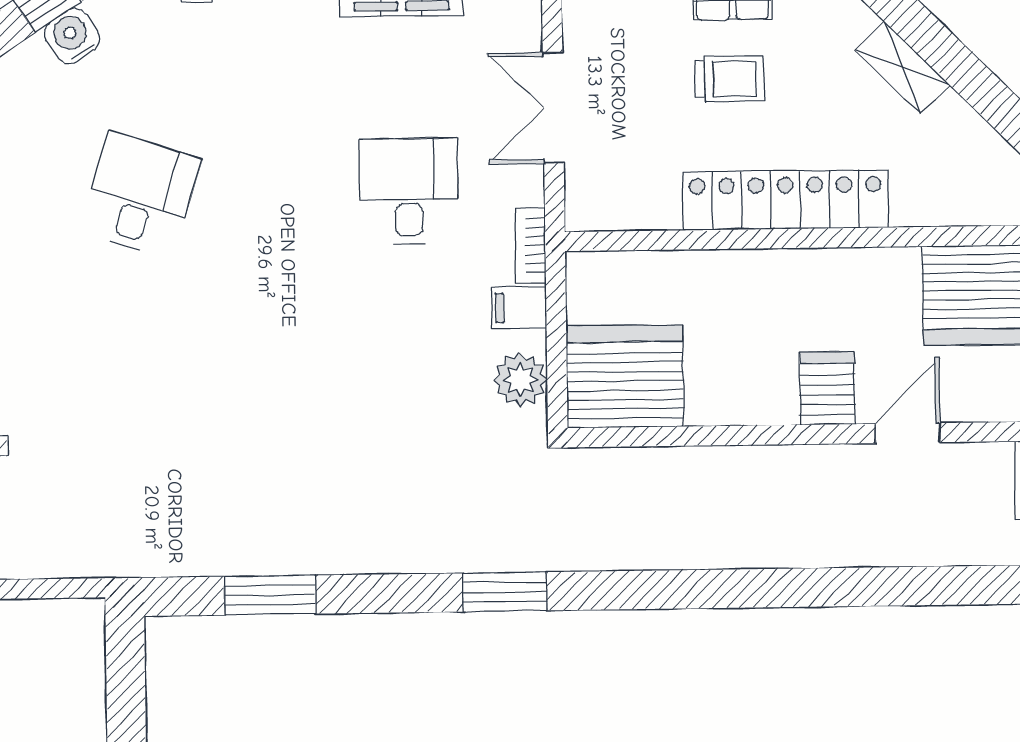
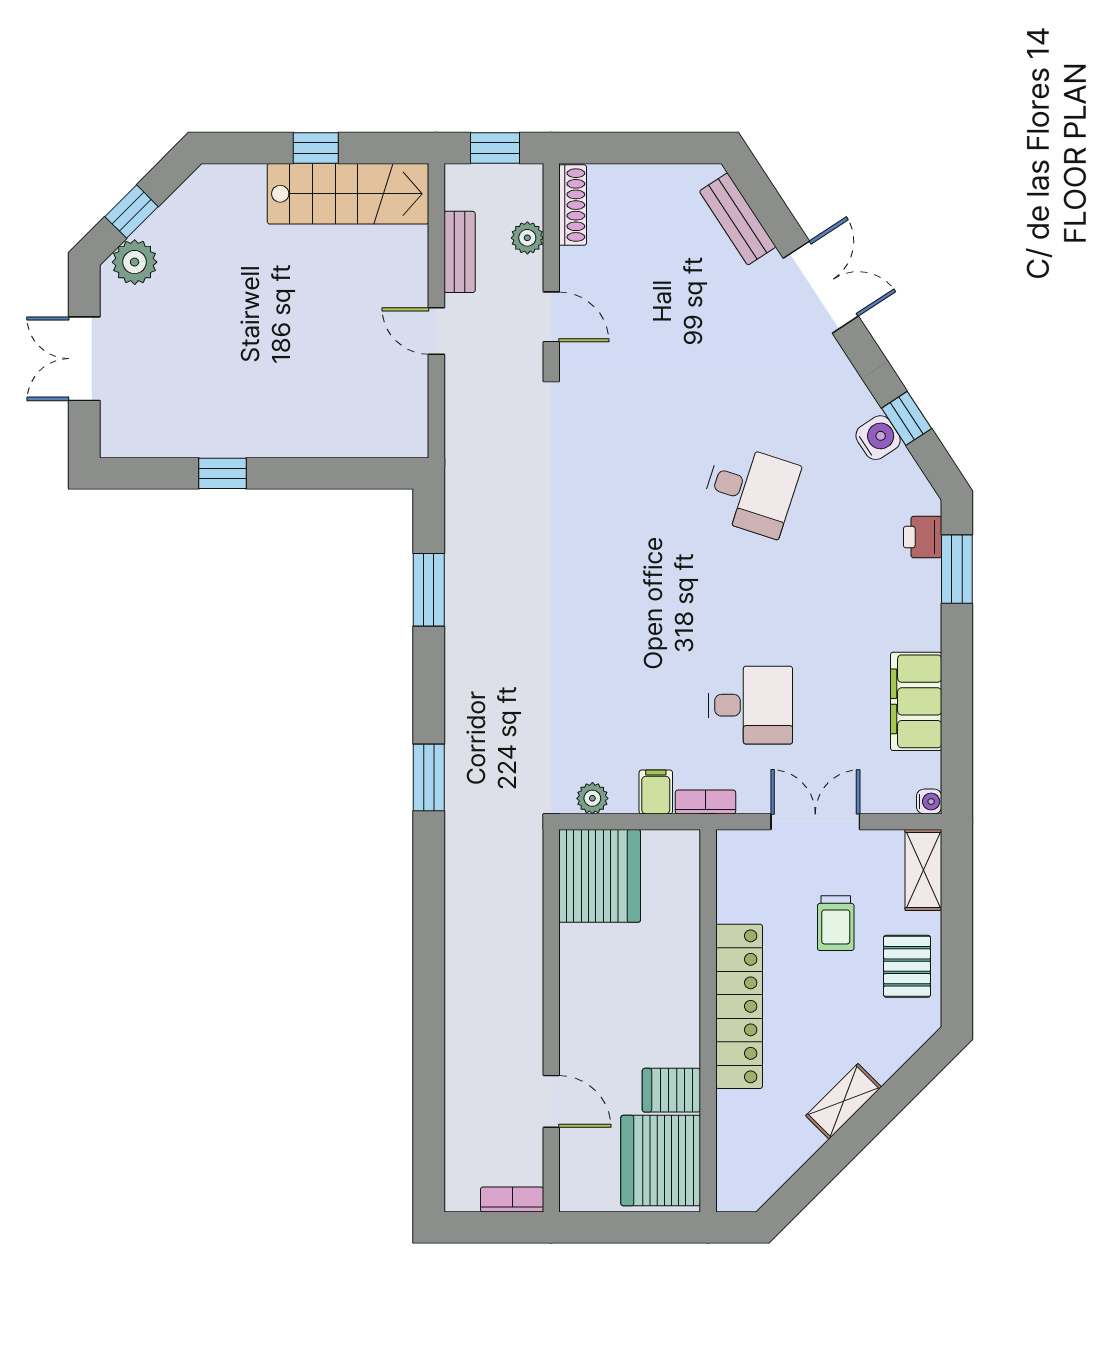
trolley: (729, 79) -> (836, 923), moved
plant: (520, 380) -> (592, 798), width x0.73, depth x0.73
server rack: (827, 388) -> (671, 1090), moved, turned 180

